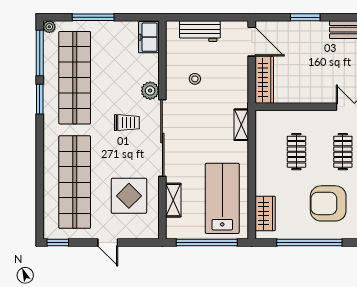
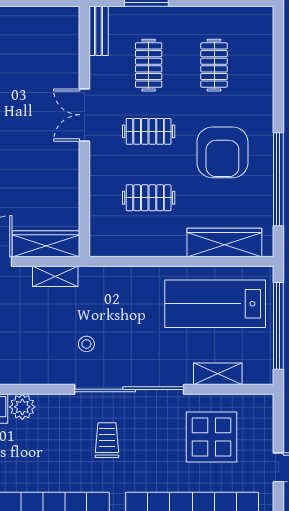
stool: (195, 79) -> (86, 344), moved
plant: (150, 91) -> (22, 407), moved
shelving: (241, 125) -> (55, 276), moved
wardrobe: (265, 213) -> (224, 242), width x1.50

